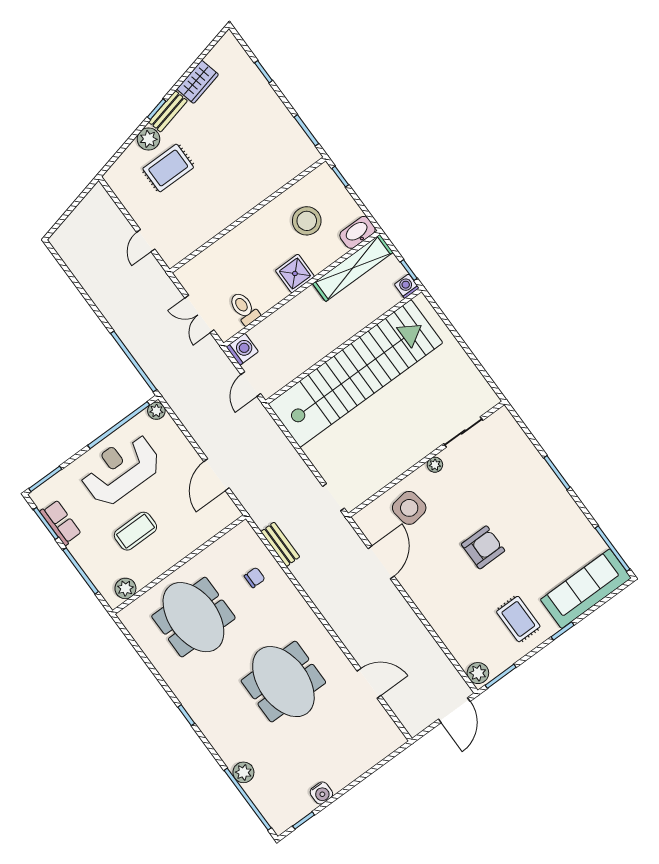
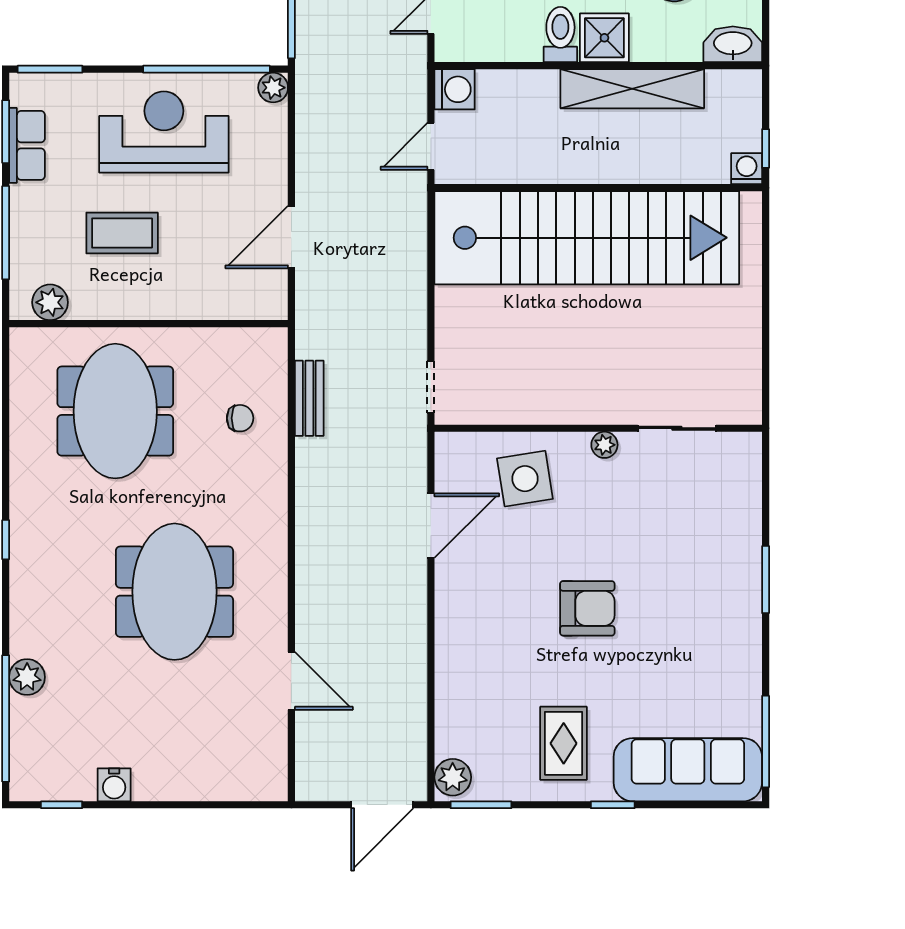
shelving: (353, 268) -> (632, 89), moved
toilet: (244, 308) -> (560, 35), moved

